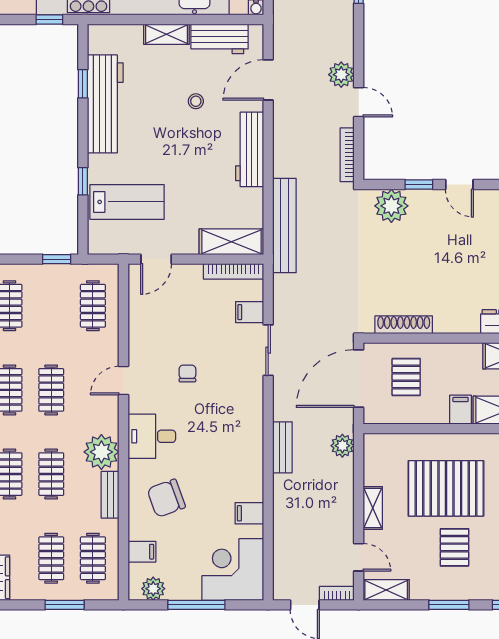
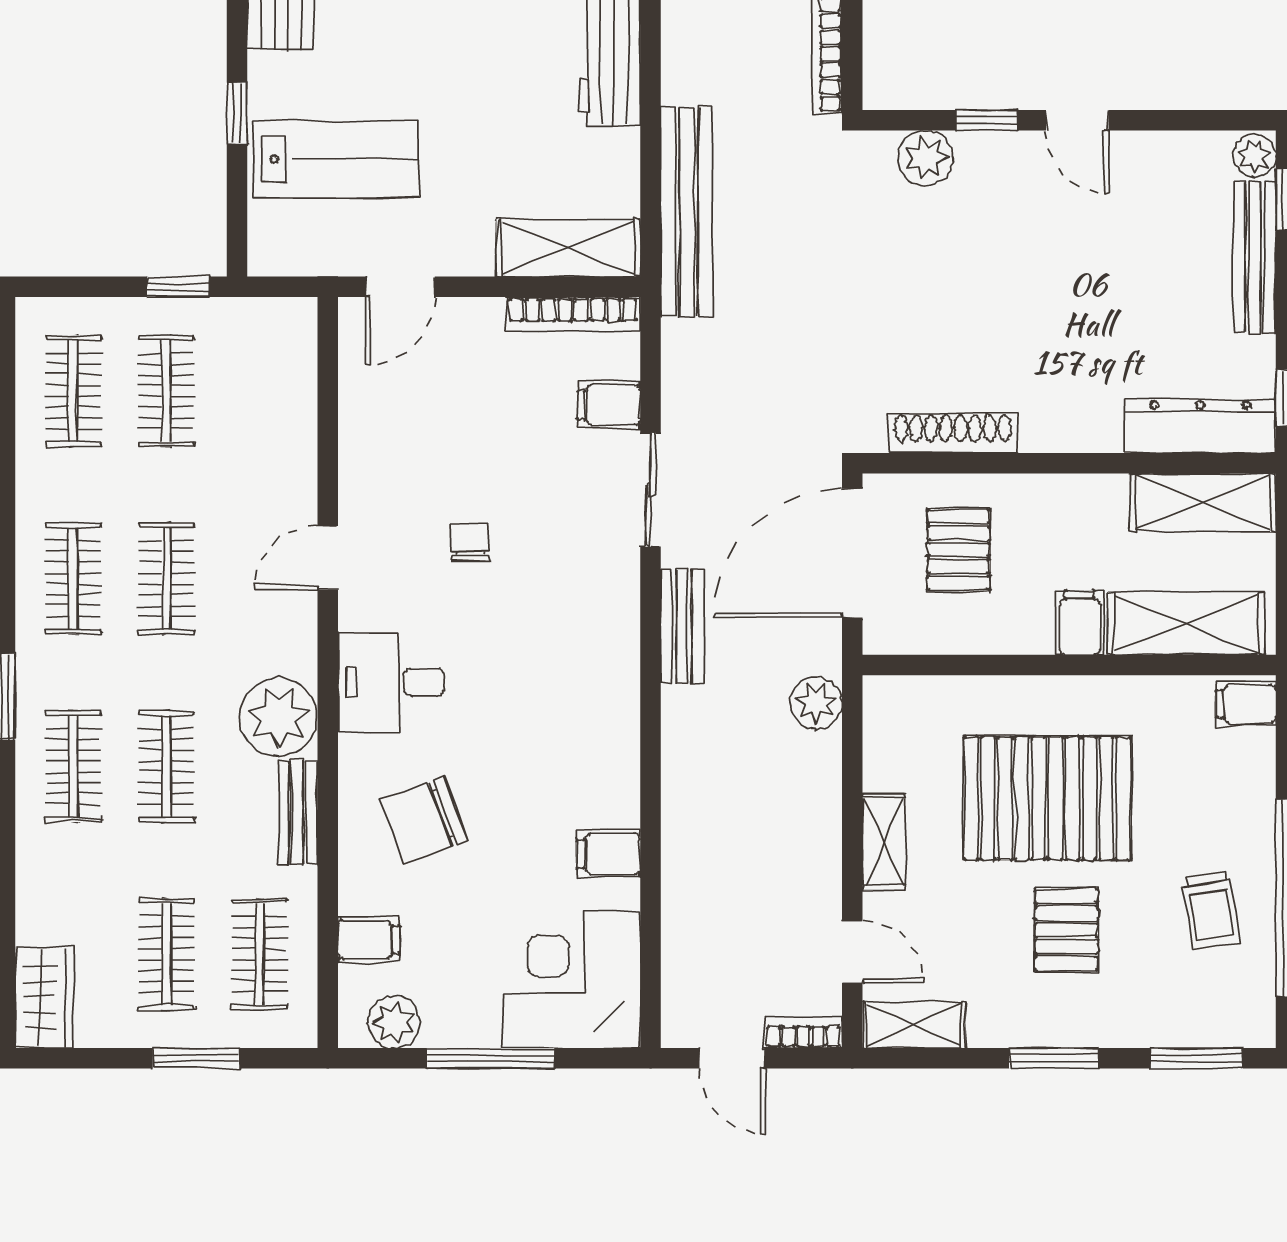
plant: (391, 206) -> (925, 158), width x0.73, depth x0.73
clothes rail: (93, 306) -> (166, 391), moved
bench: (282, 447) -> (682, 626), moved

